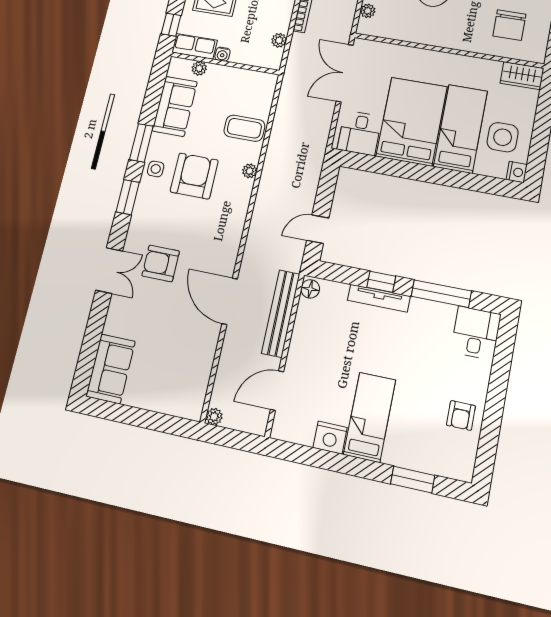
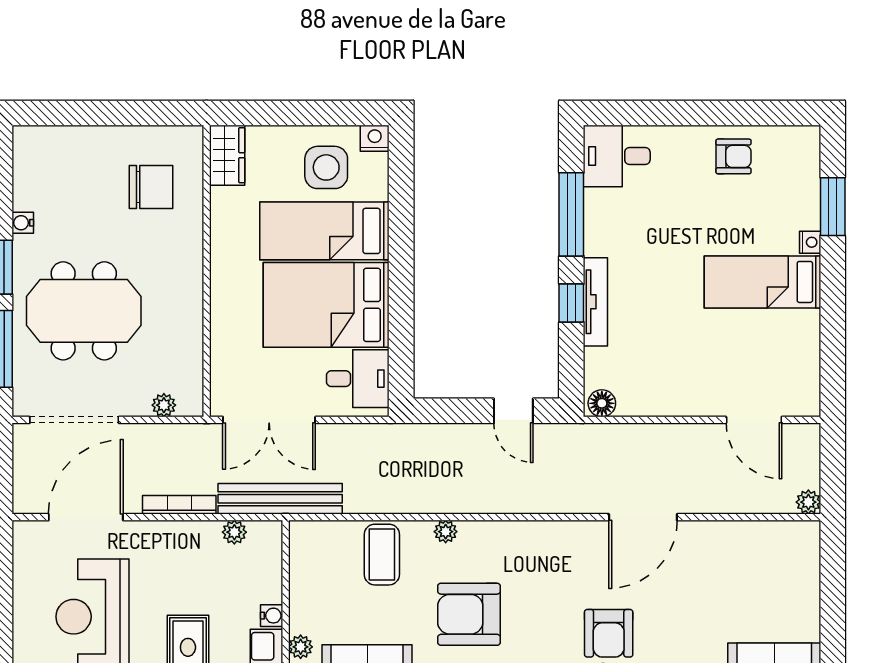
bench: (281, 314) -> (280, 499), moved
nightstand: (330, 438) -> (810, 242), moved, width x0.53, depth x0.56

